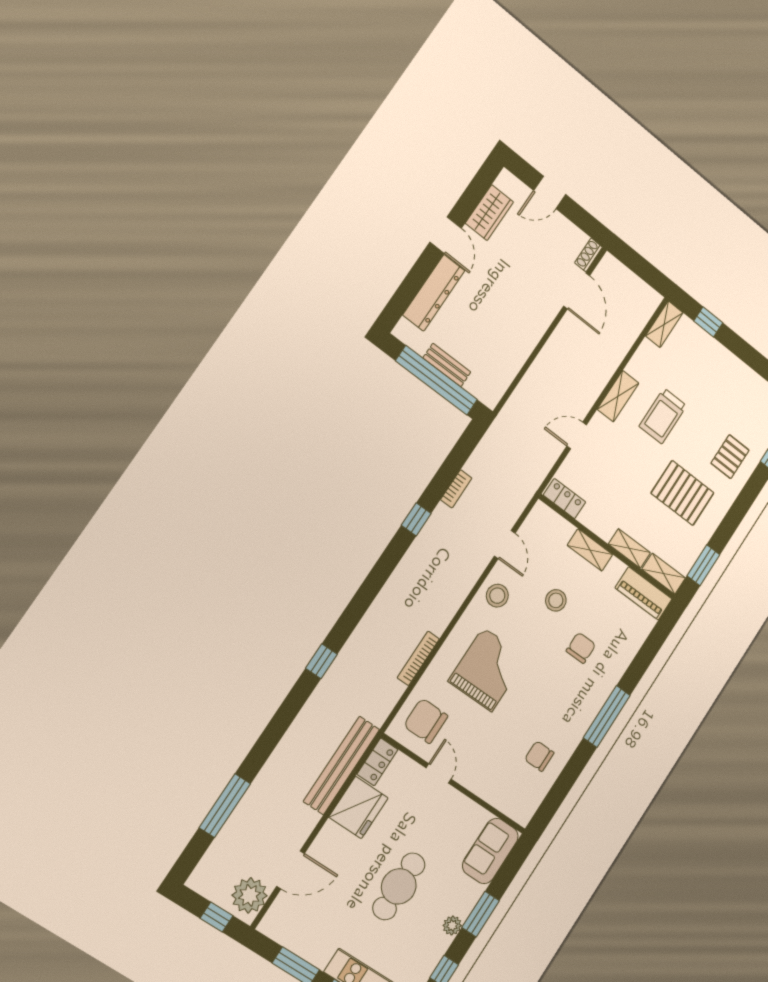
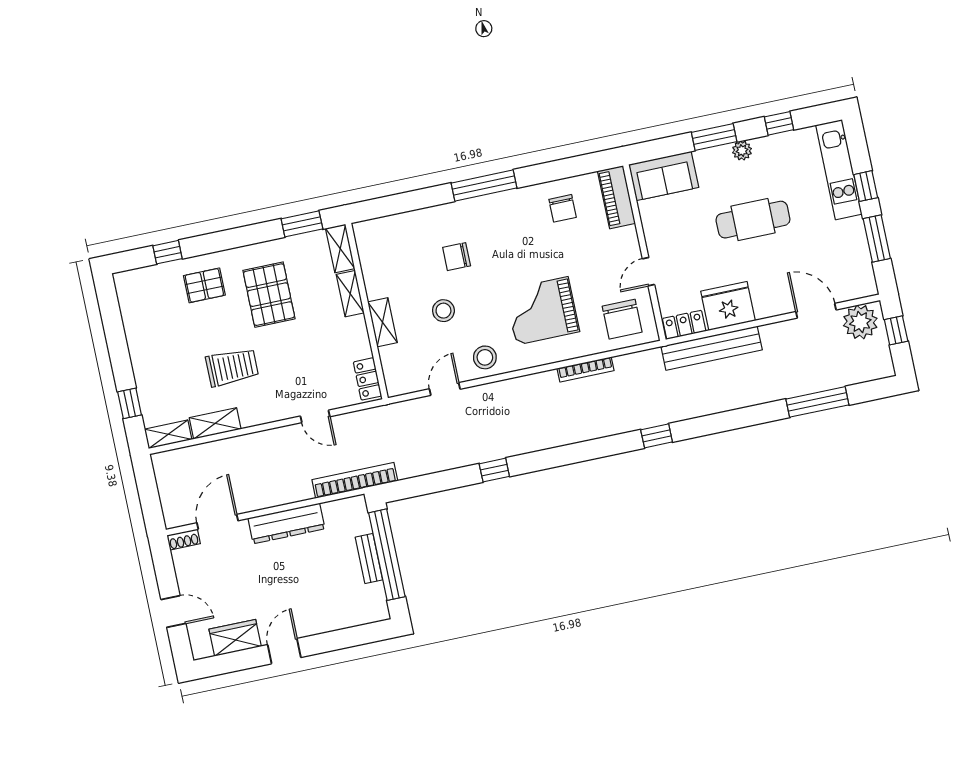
dresser: (434, 293) -> (286, 523), moved, turned 180
shelving: (618, 396) -> (215, 423), moved
bookcase: (456, 489) -> (355, 480), moved, width x2.31, depth x1.31
piano: (644, 593) -> (616, 197), moved, turned 180

